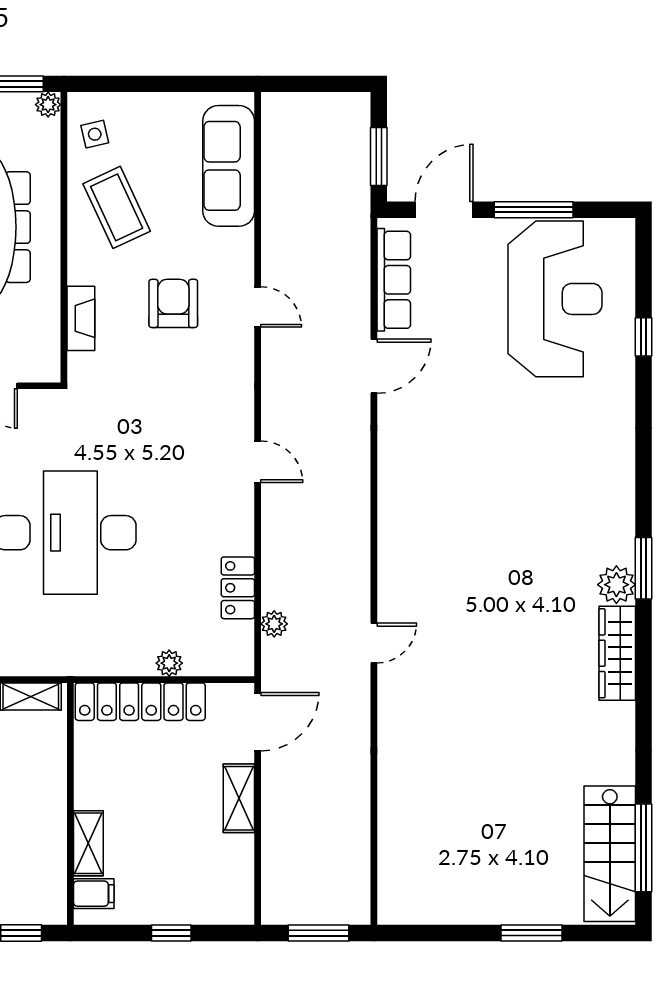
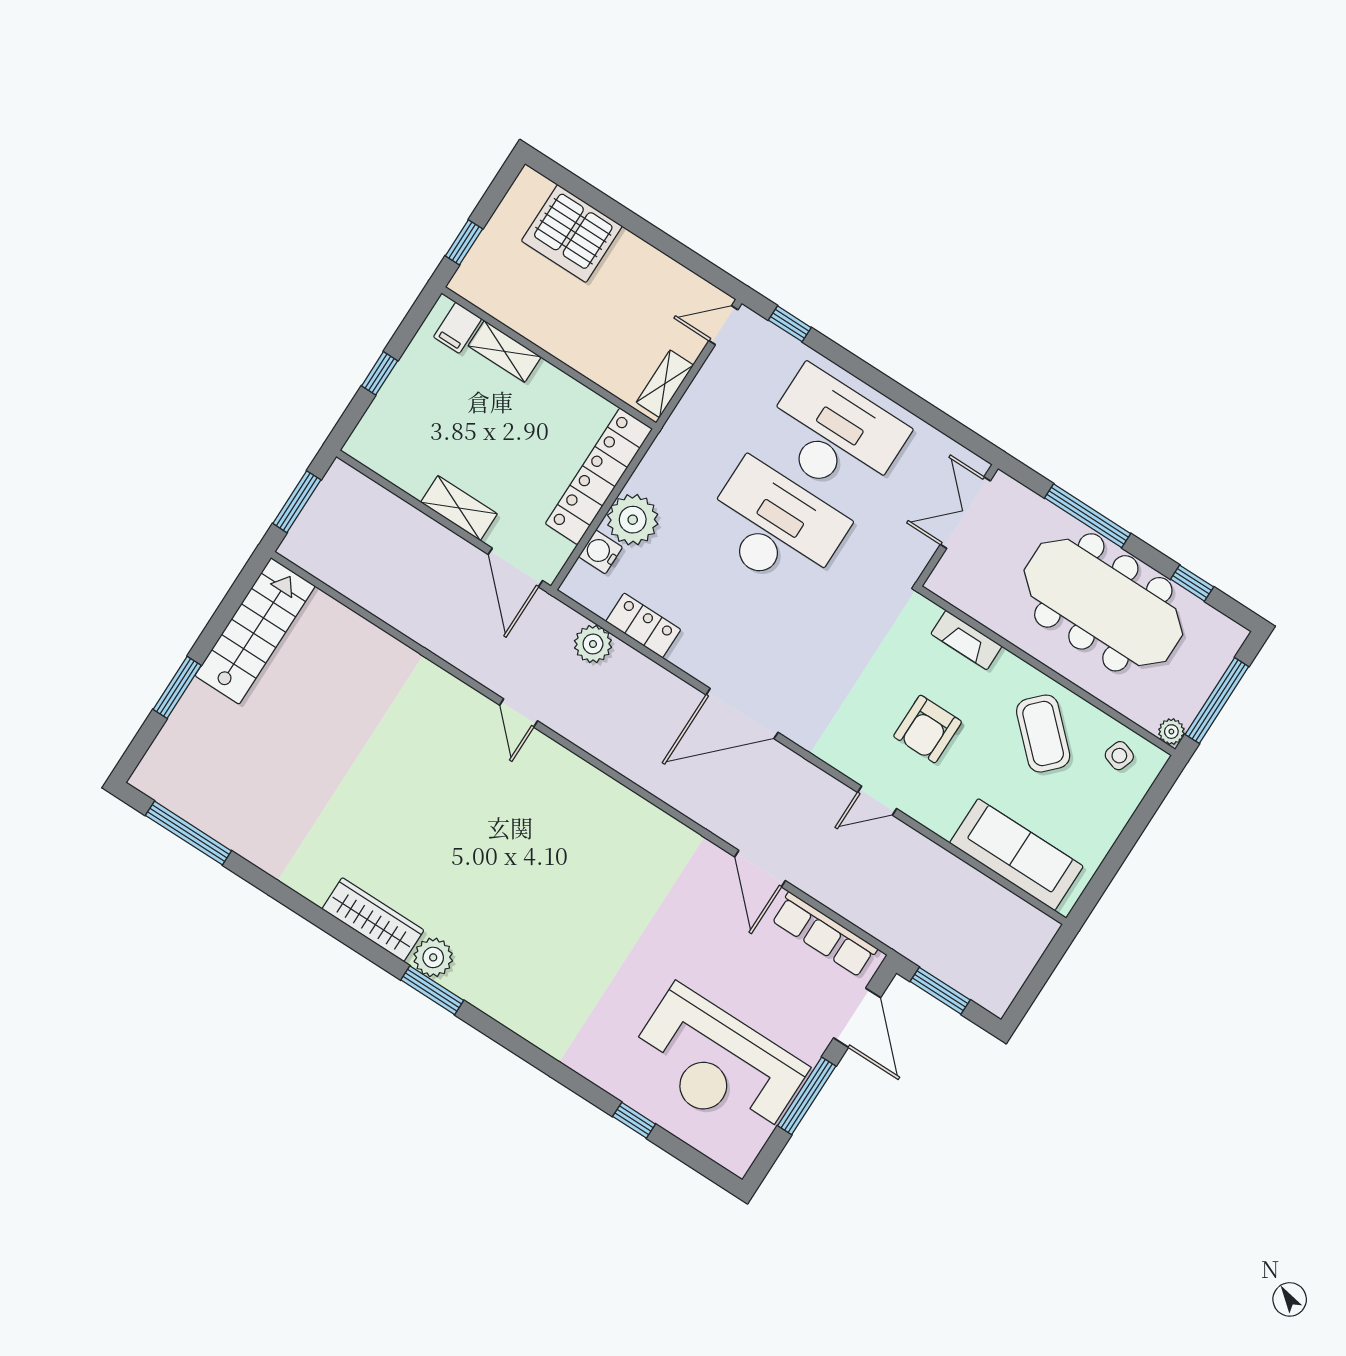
side table: (95, 134) -> (1119, 756), turned 32
coffee table: (117, 207) -> (1043, 734), turned 69
armchair: (173, 303) -> (928, 729), turned 90
door: (258, 462) -> (742, 714), width x1.88
plant: (274, 624) -> (593, 644), width x1.38, depth x1.38
water cooler: (201, 661) -> (601, 552), added
plant: (169, 663) -> (633, 520), width x1.87, depth x1.87
stairs: (610, 854) -> (255, 631), moved, turned 90

